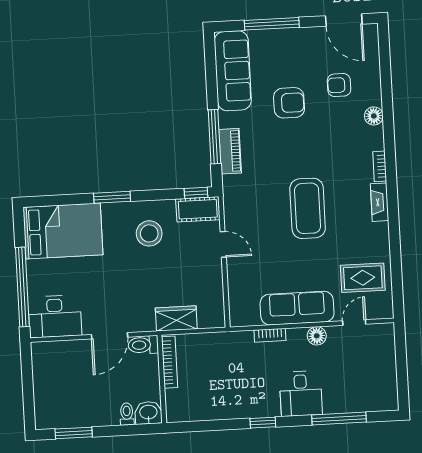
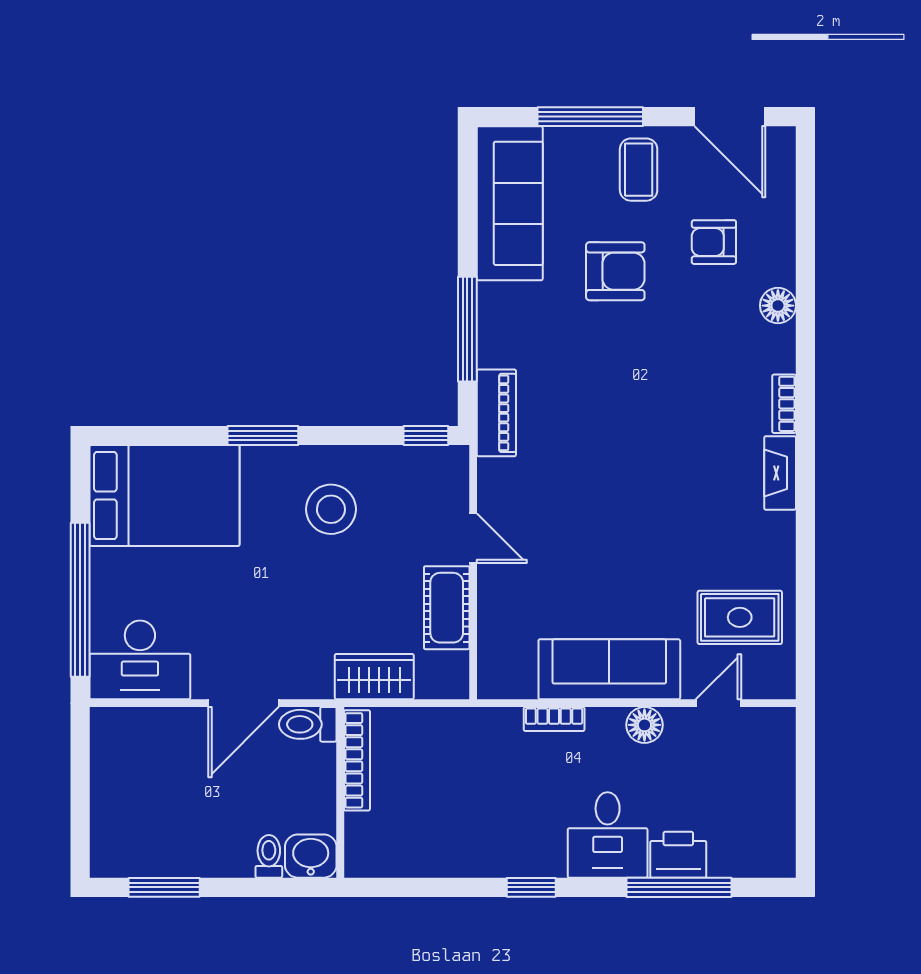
piano: (230, 151) -> (496, 413), moved
coffee table: (308, 208) -> (639, 170), moved, width x0.54, depth x0.58
cot: (198, 209) -> (447, 608), moved, turned 90
printer: (338, 402) -> (678, 855), added

